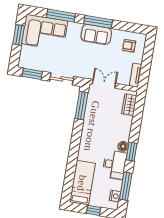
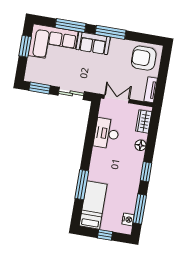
sofa: (96, 34) -> (93, 43), moved
armchair: (129, 46) -> (144, 58), width x1.88, depth x1.88
window: (81, 106) -> (82, 185), moved
floor lamp: (123, 146) -> (141, 145), moved
desk: (114, 165) -> (107, 134), moved, turned 180

